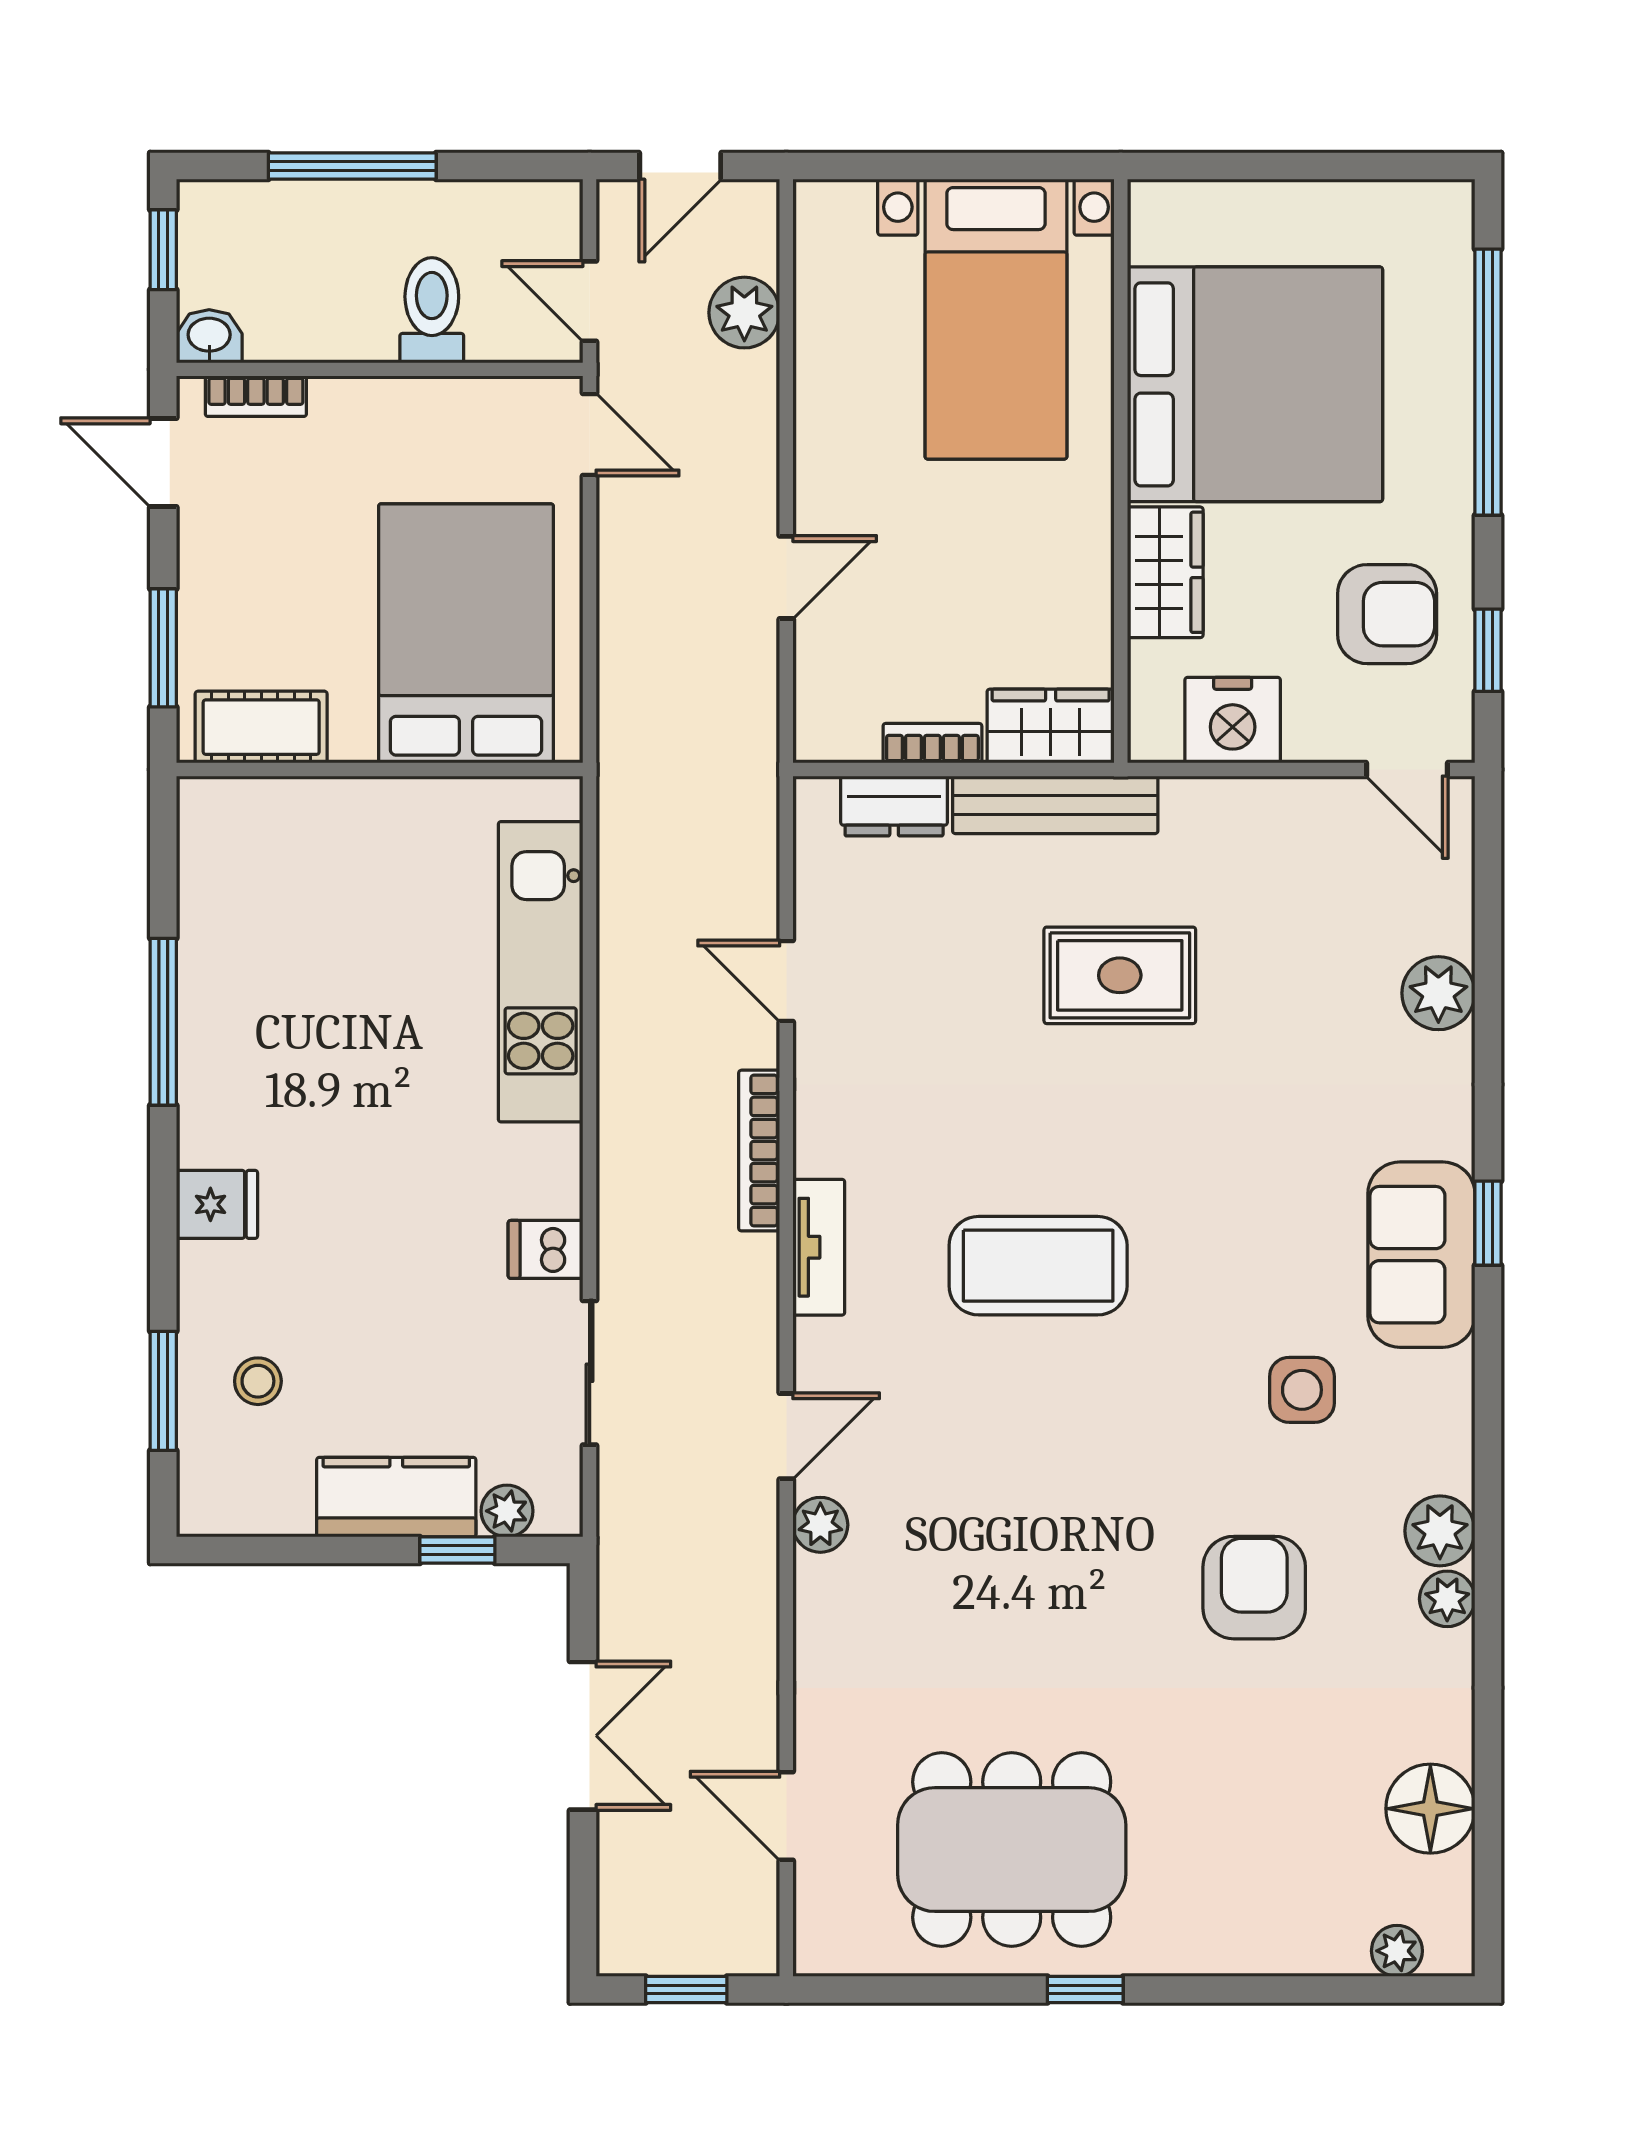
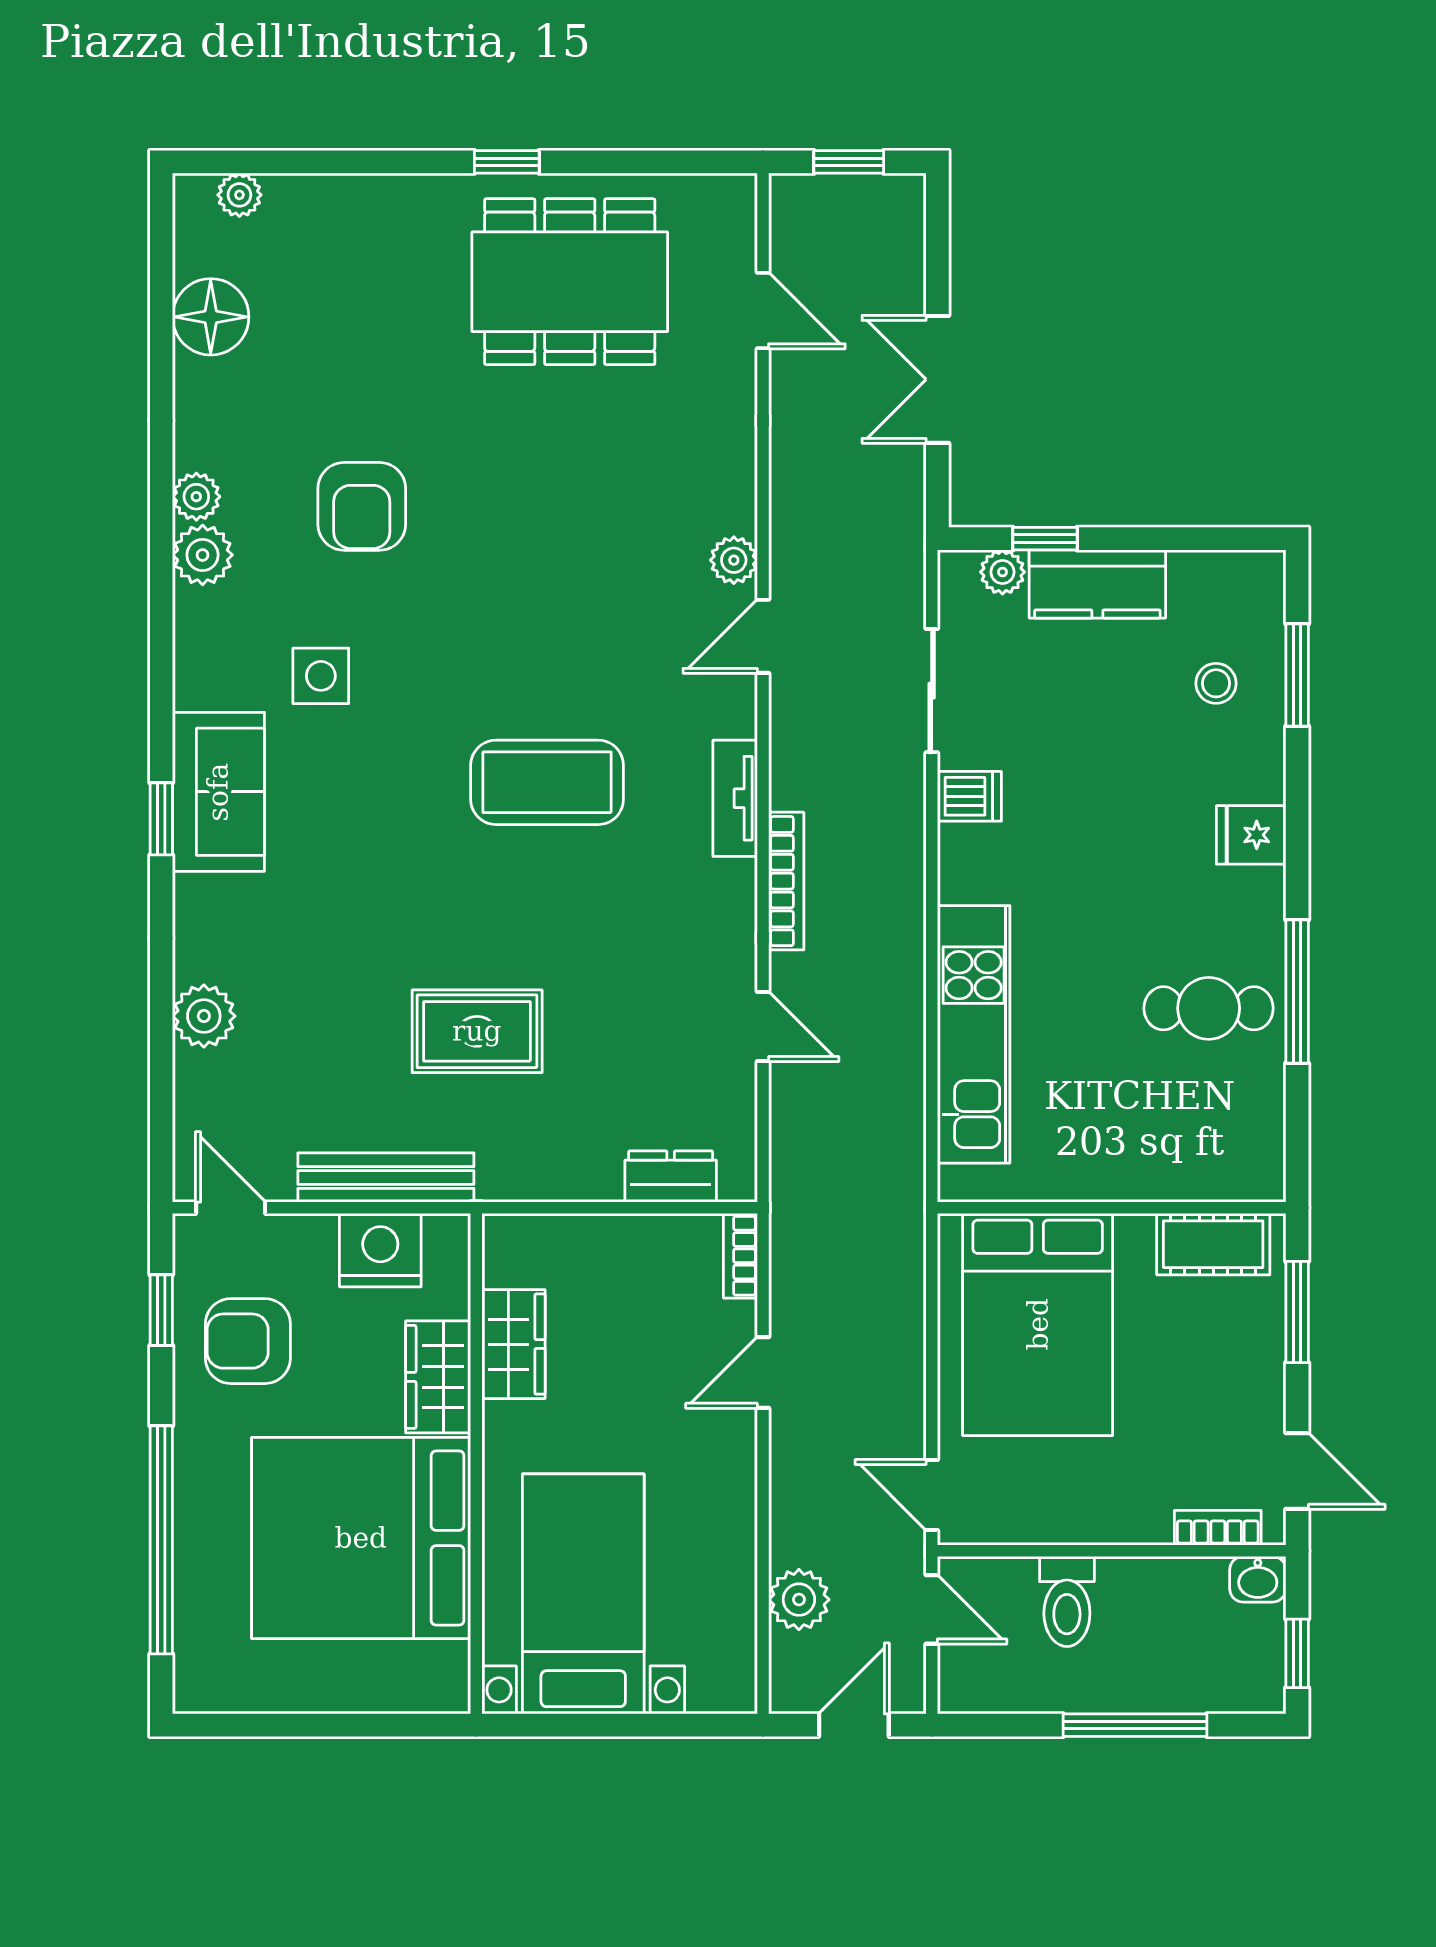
wardrobe: (1051, 726) -> (513, 1344), moved, turned -90
bookcase: (932, 743) -> (740, 1256), moved, turned 90
bench: (1055, 805) -> (386, 1178), moved
cafe table: (267, 1002) -> (1209, 1008), added

